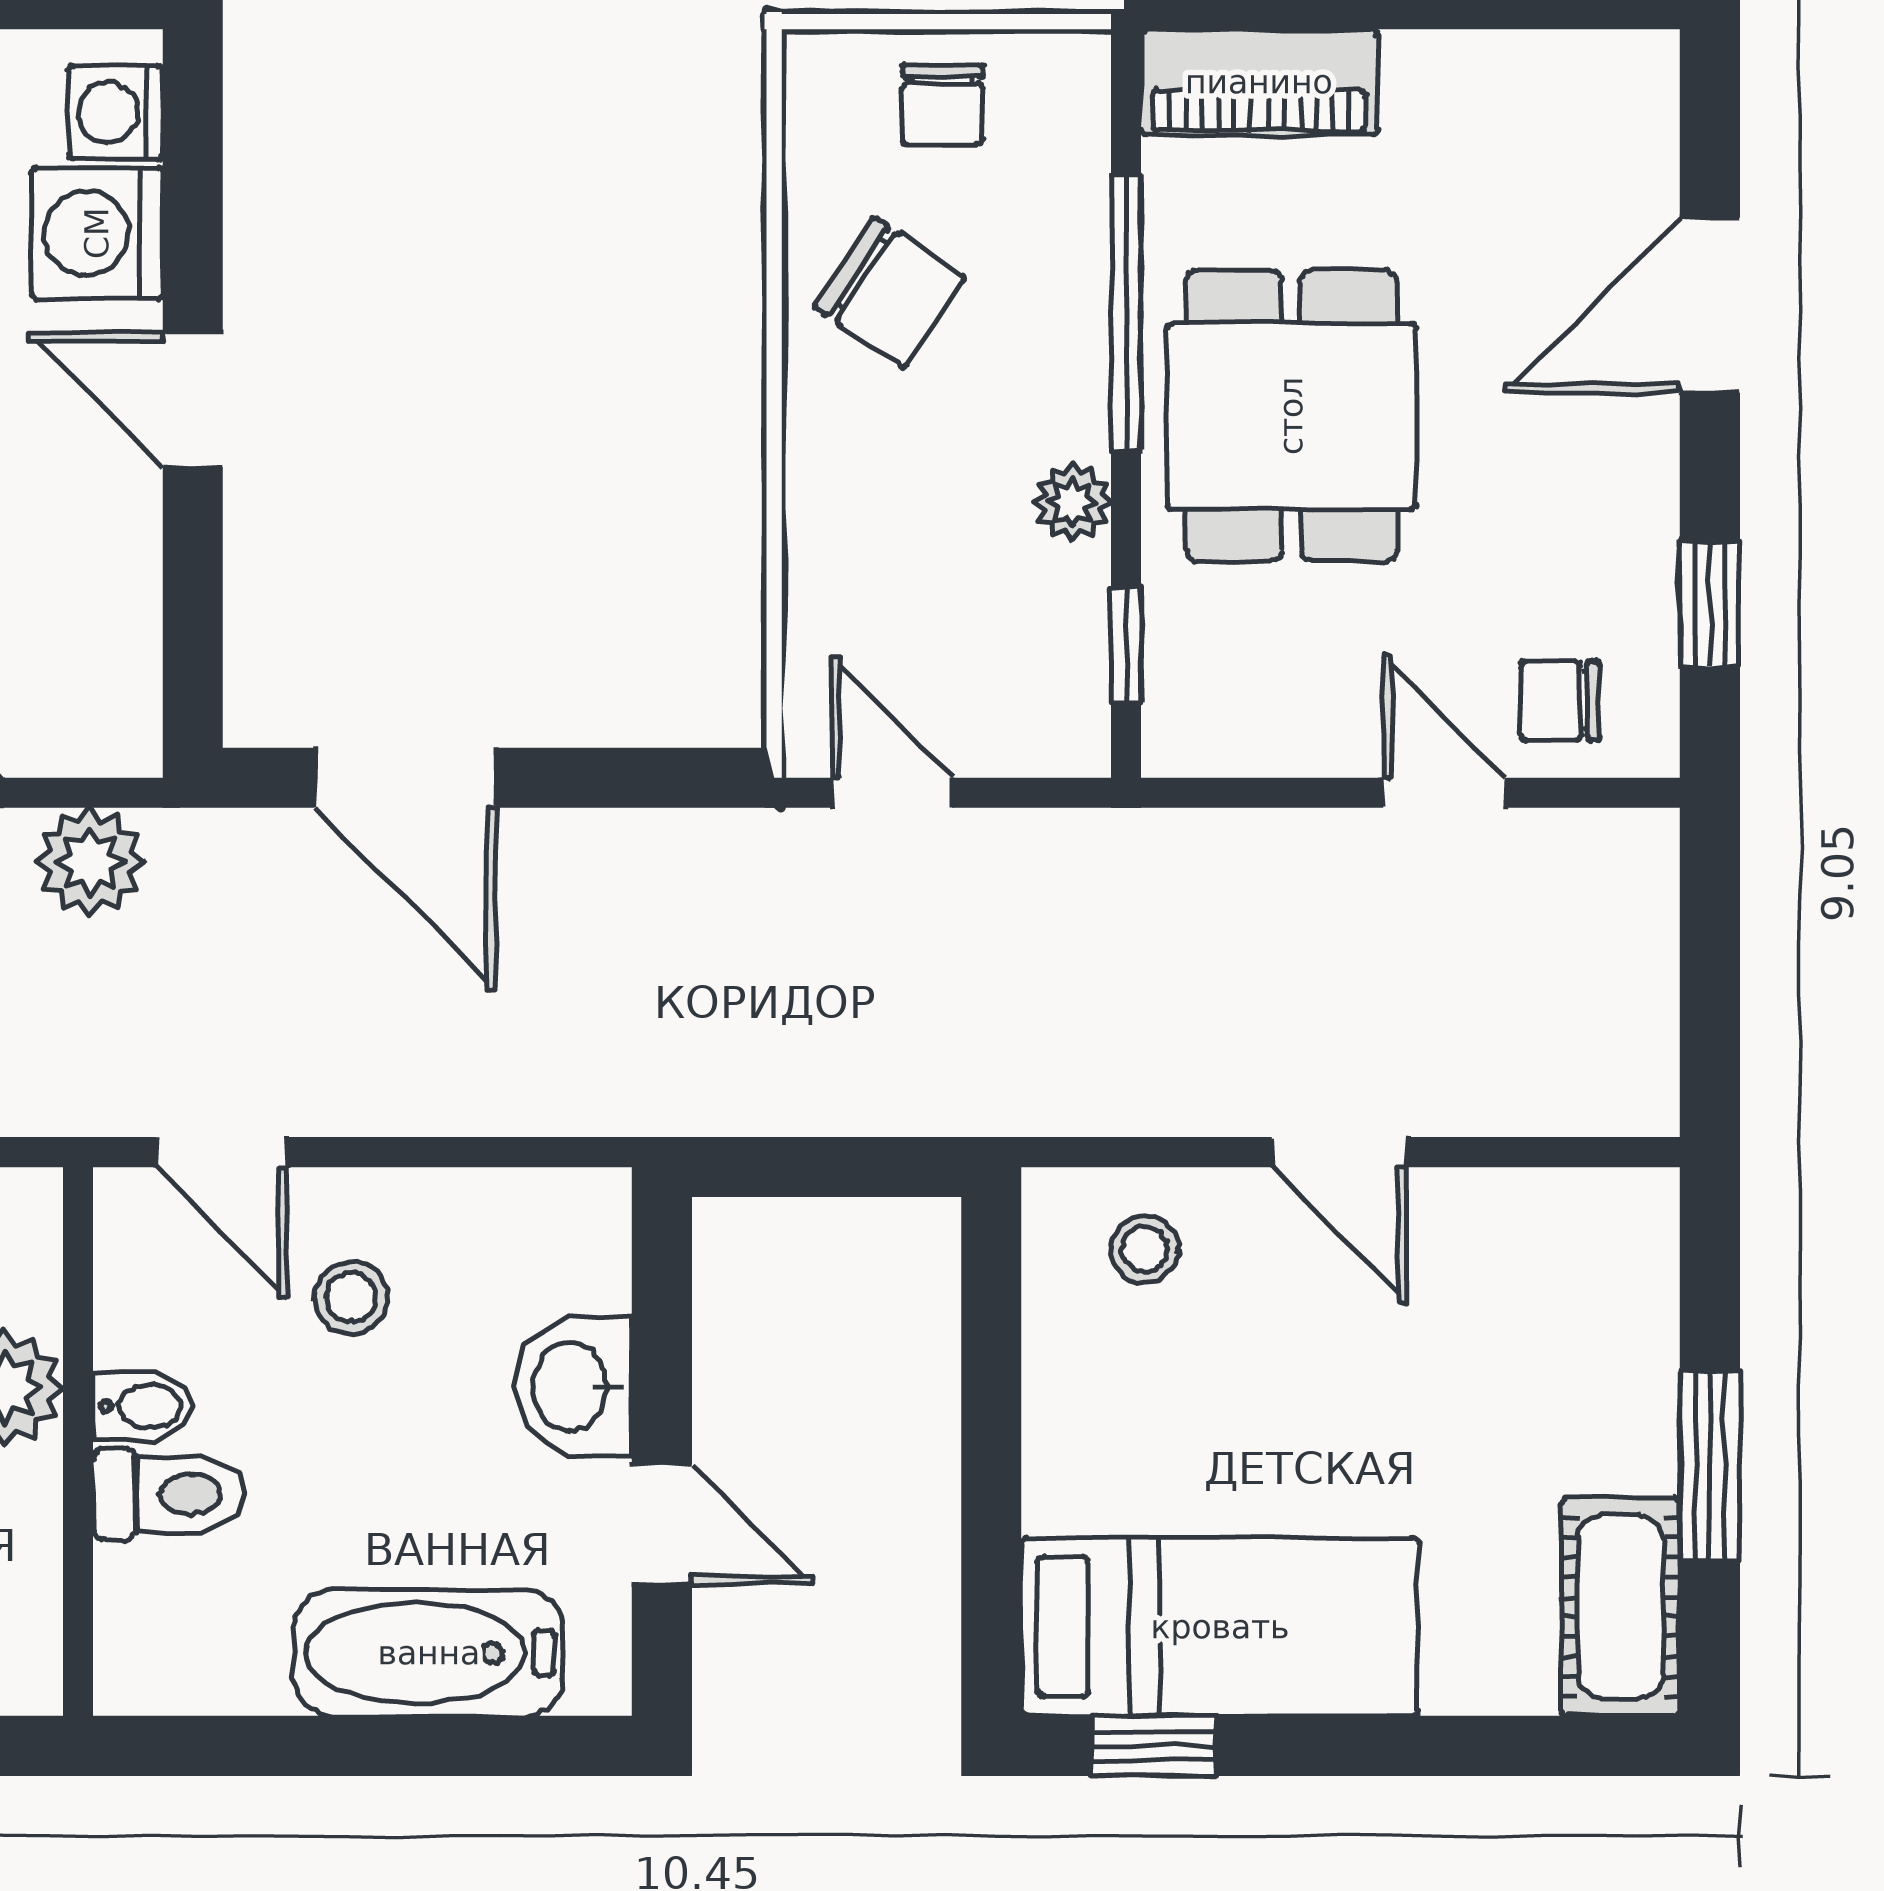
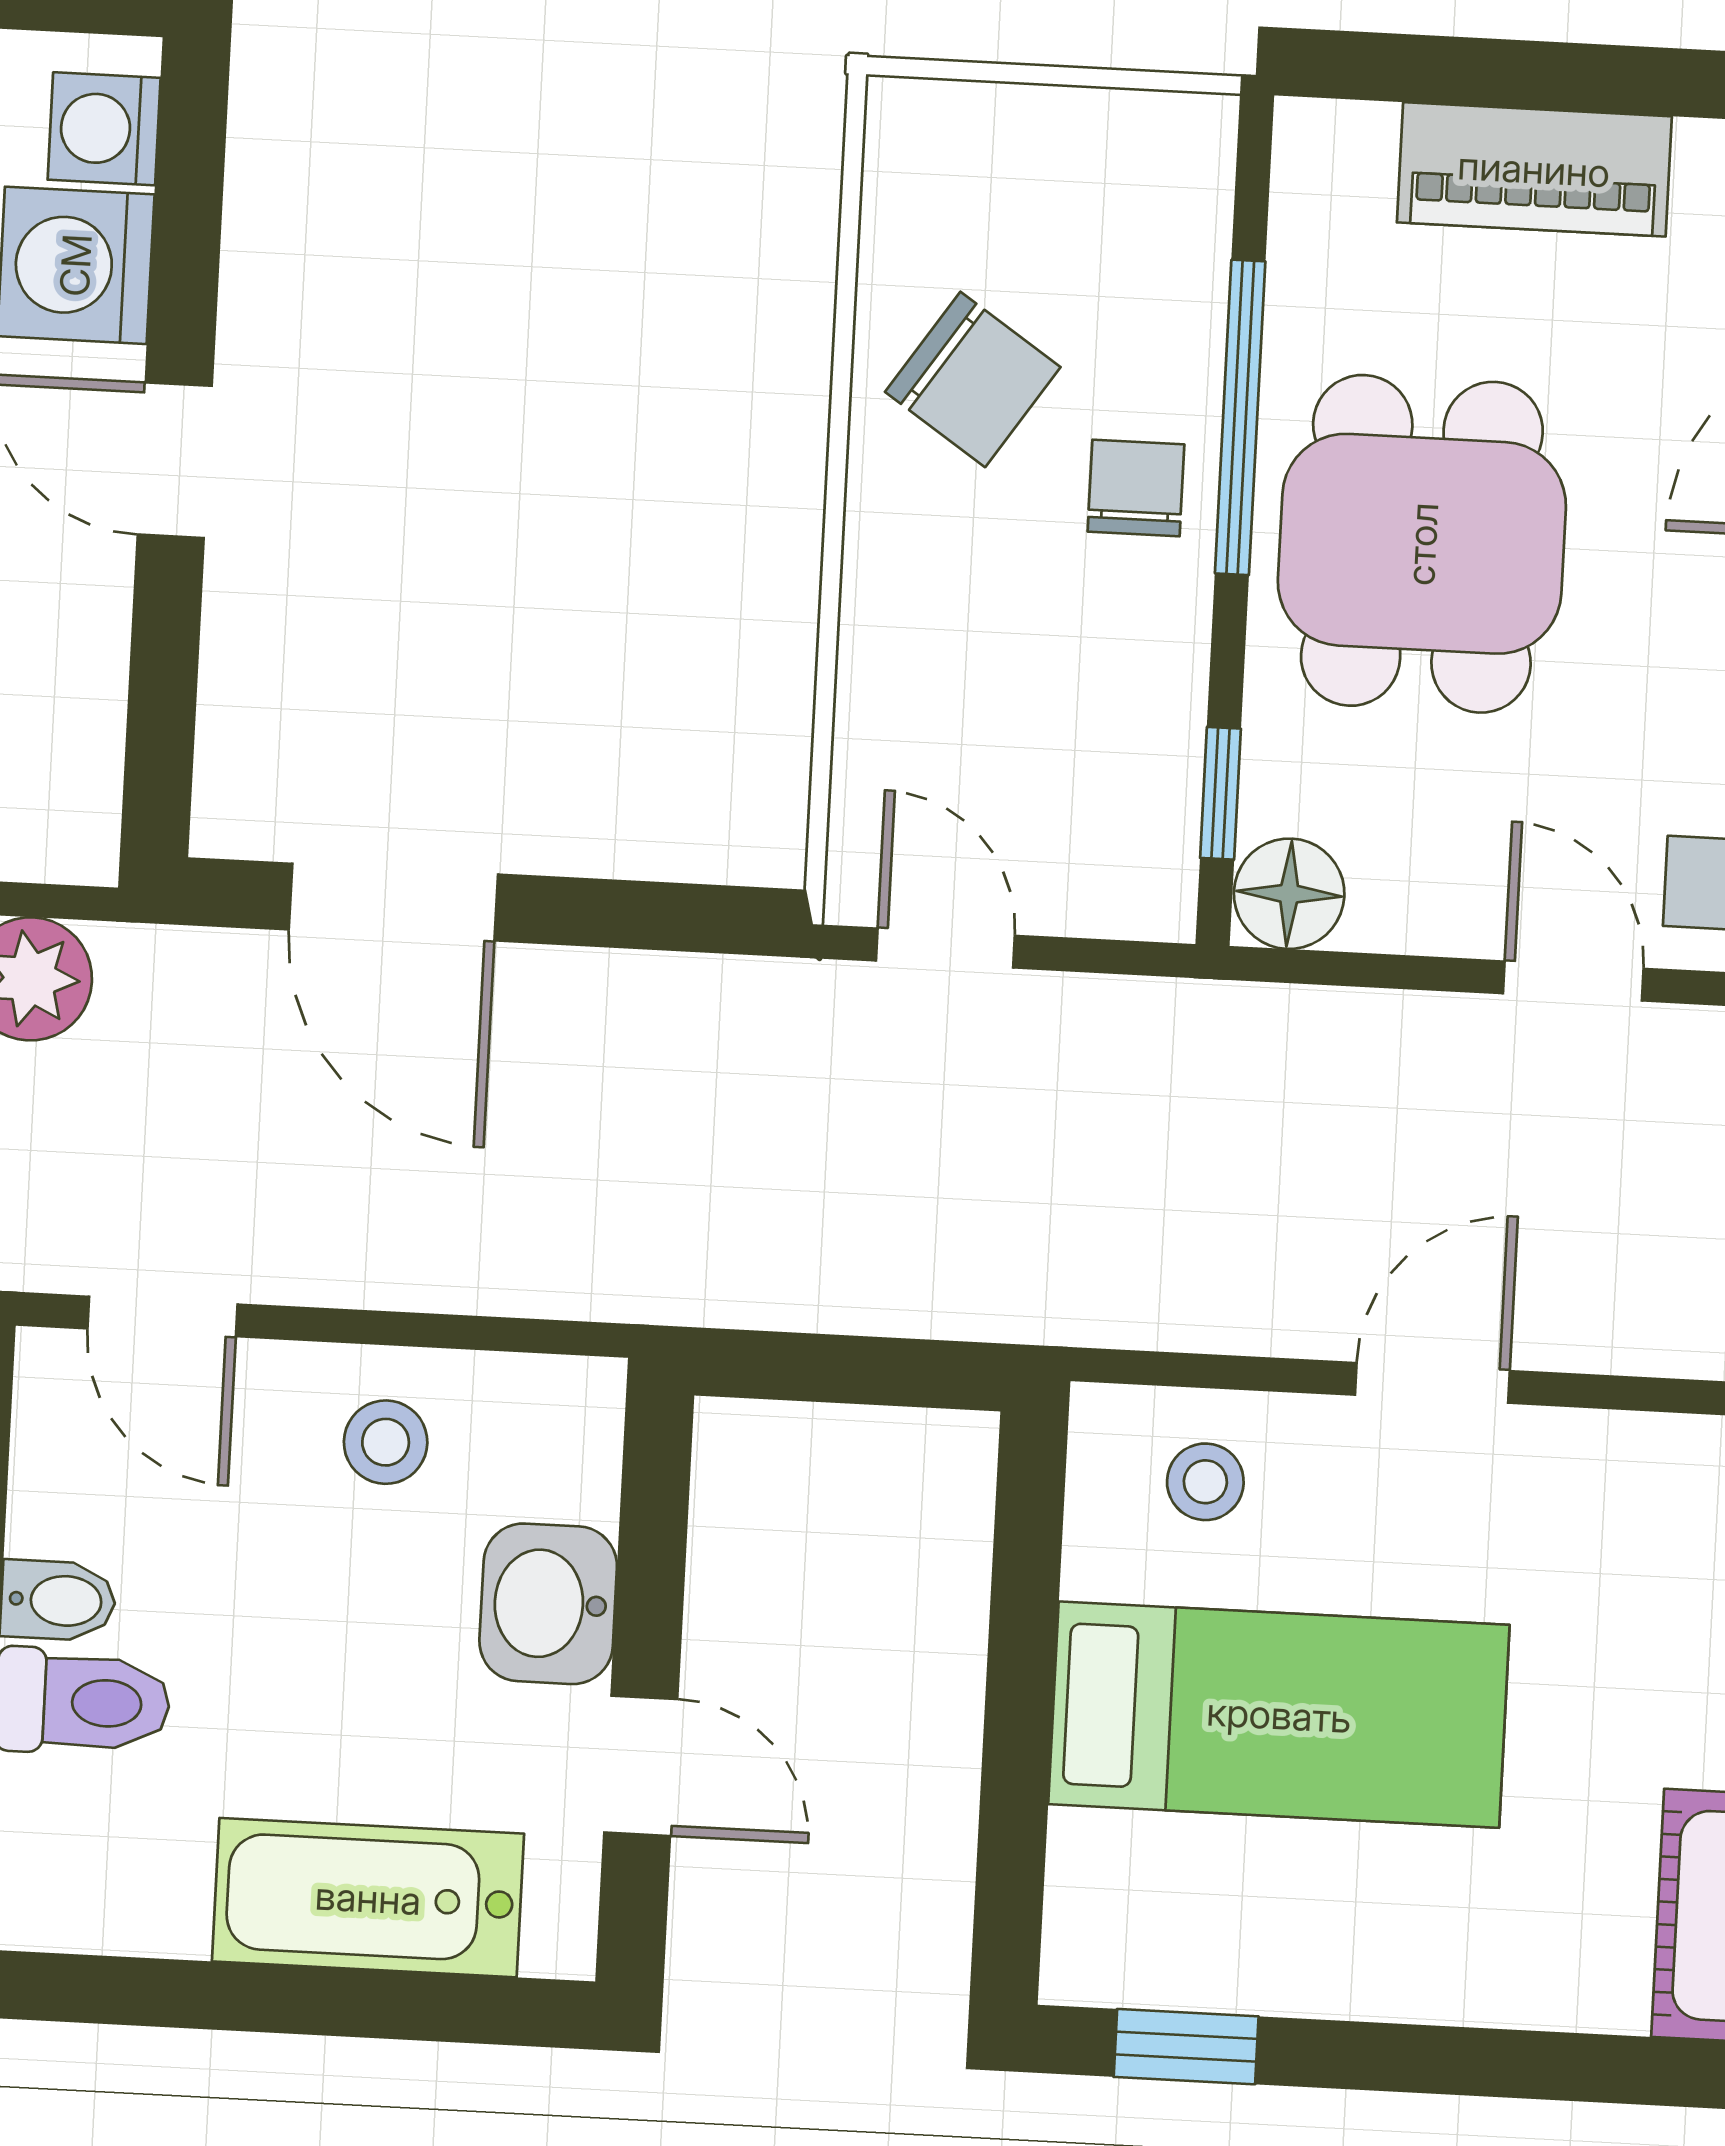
piano: (1259, 82) -> (1534, 169), moved
chair: (943, 105) -> (1136, 488), moved, turned 180
plant: (1072, 502) -> (1168, 629), removed
floor lamp: (1191, 729) -> (1289, 894), added
door: (1339, 1152) -> (1432, 1383), swing flipped
stool: (351, 1298) -> (386, 1442), moved
bed: (1220, 1627) -> (1279, 1715), moved

